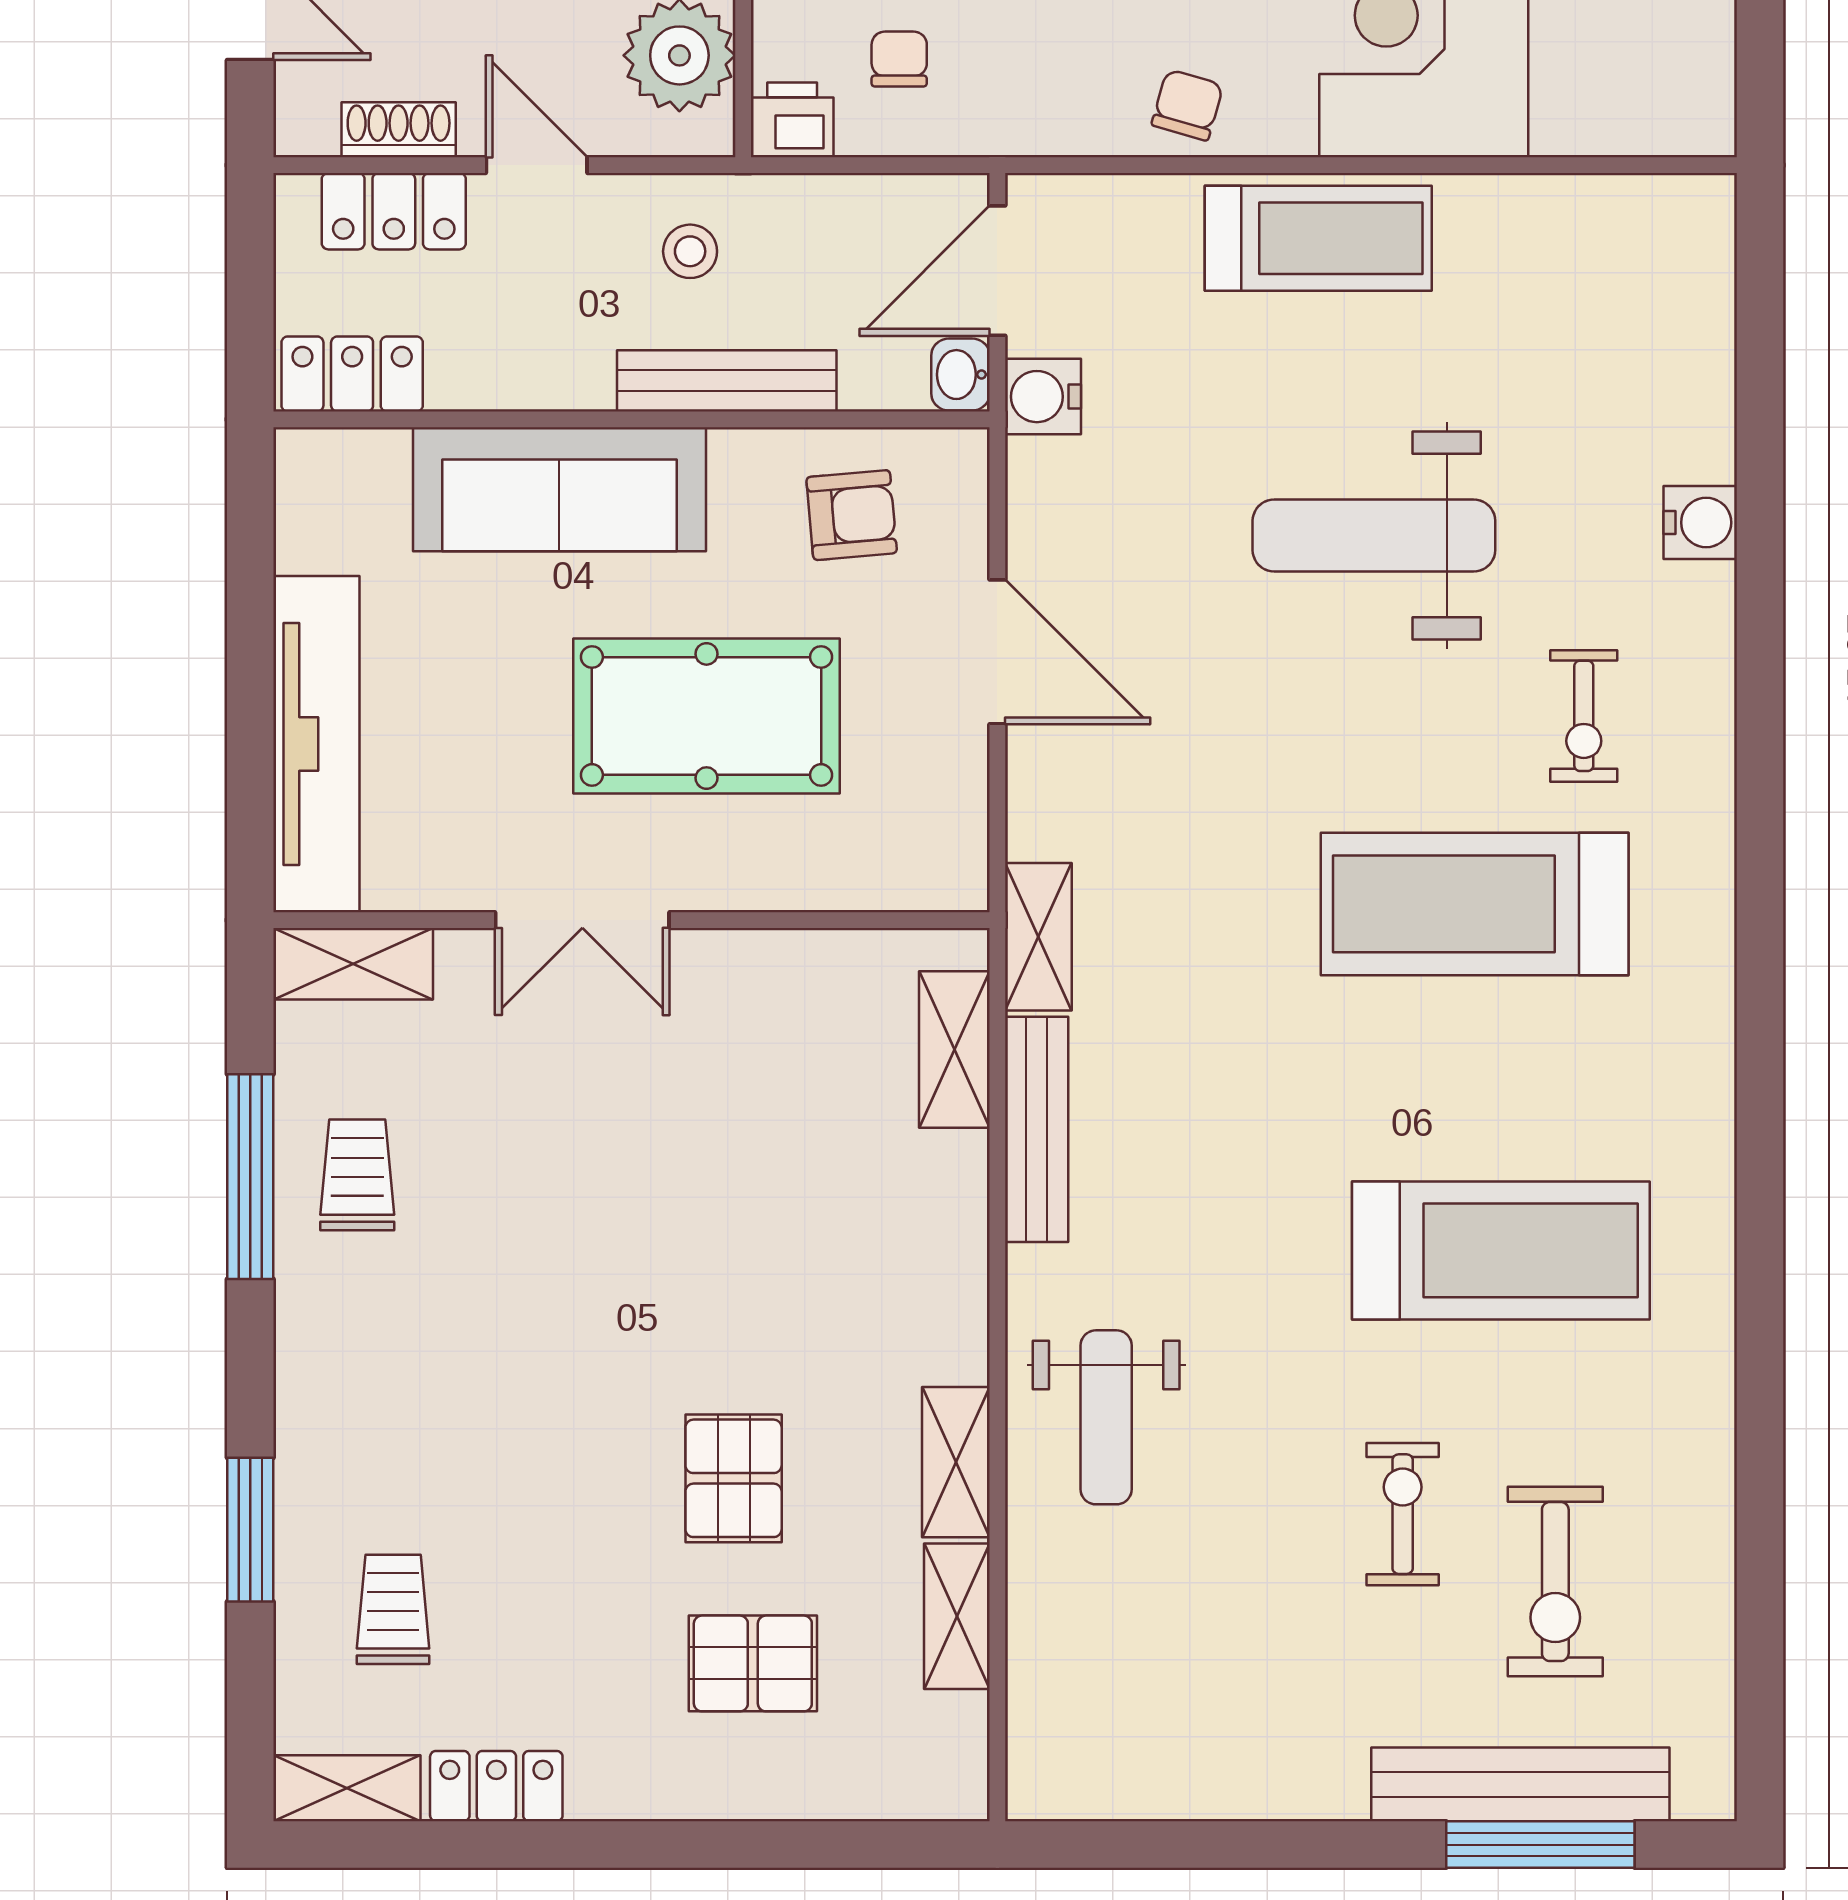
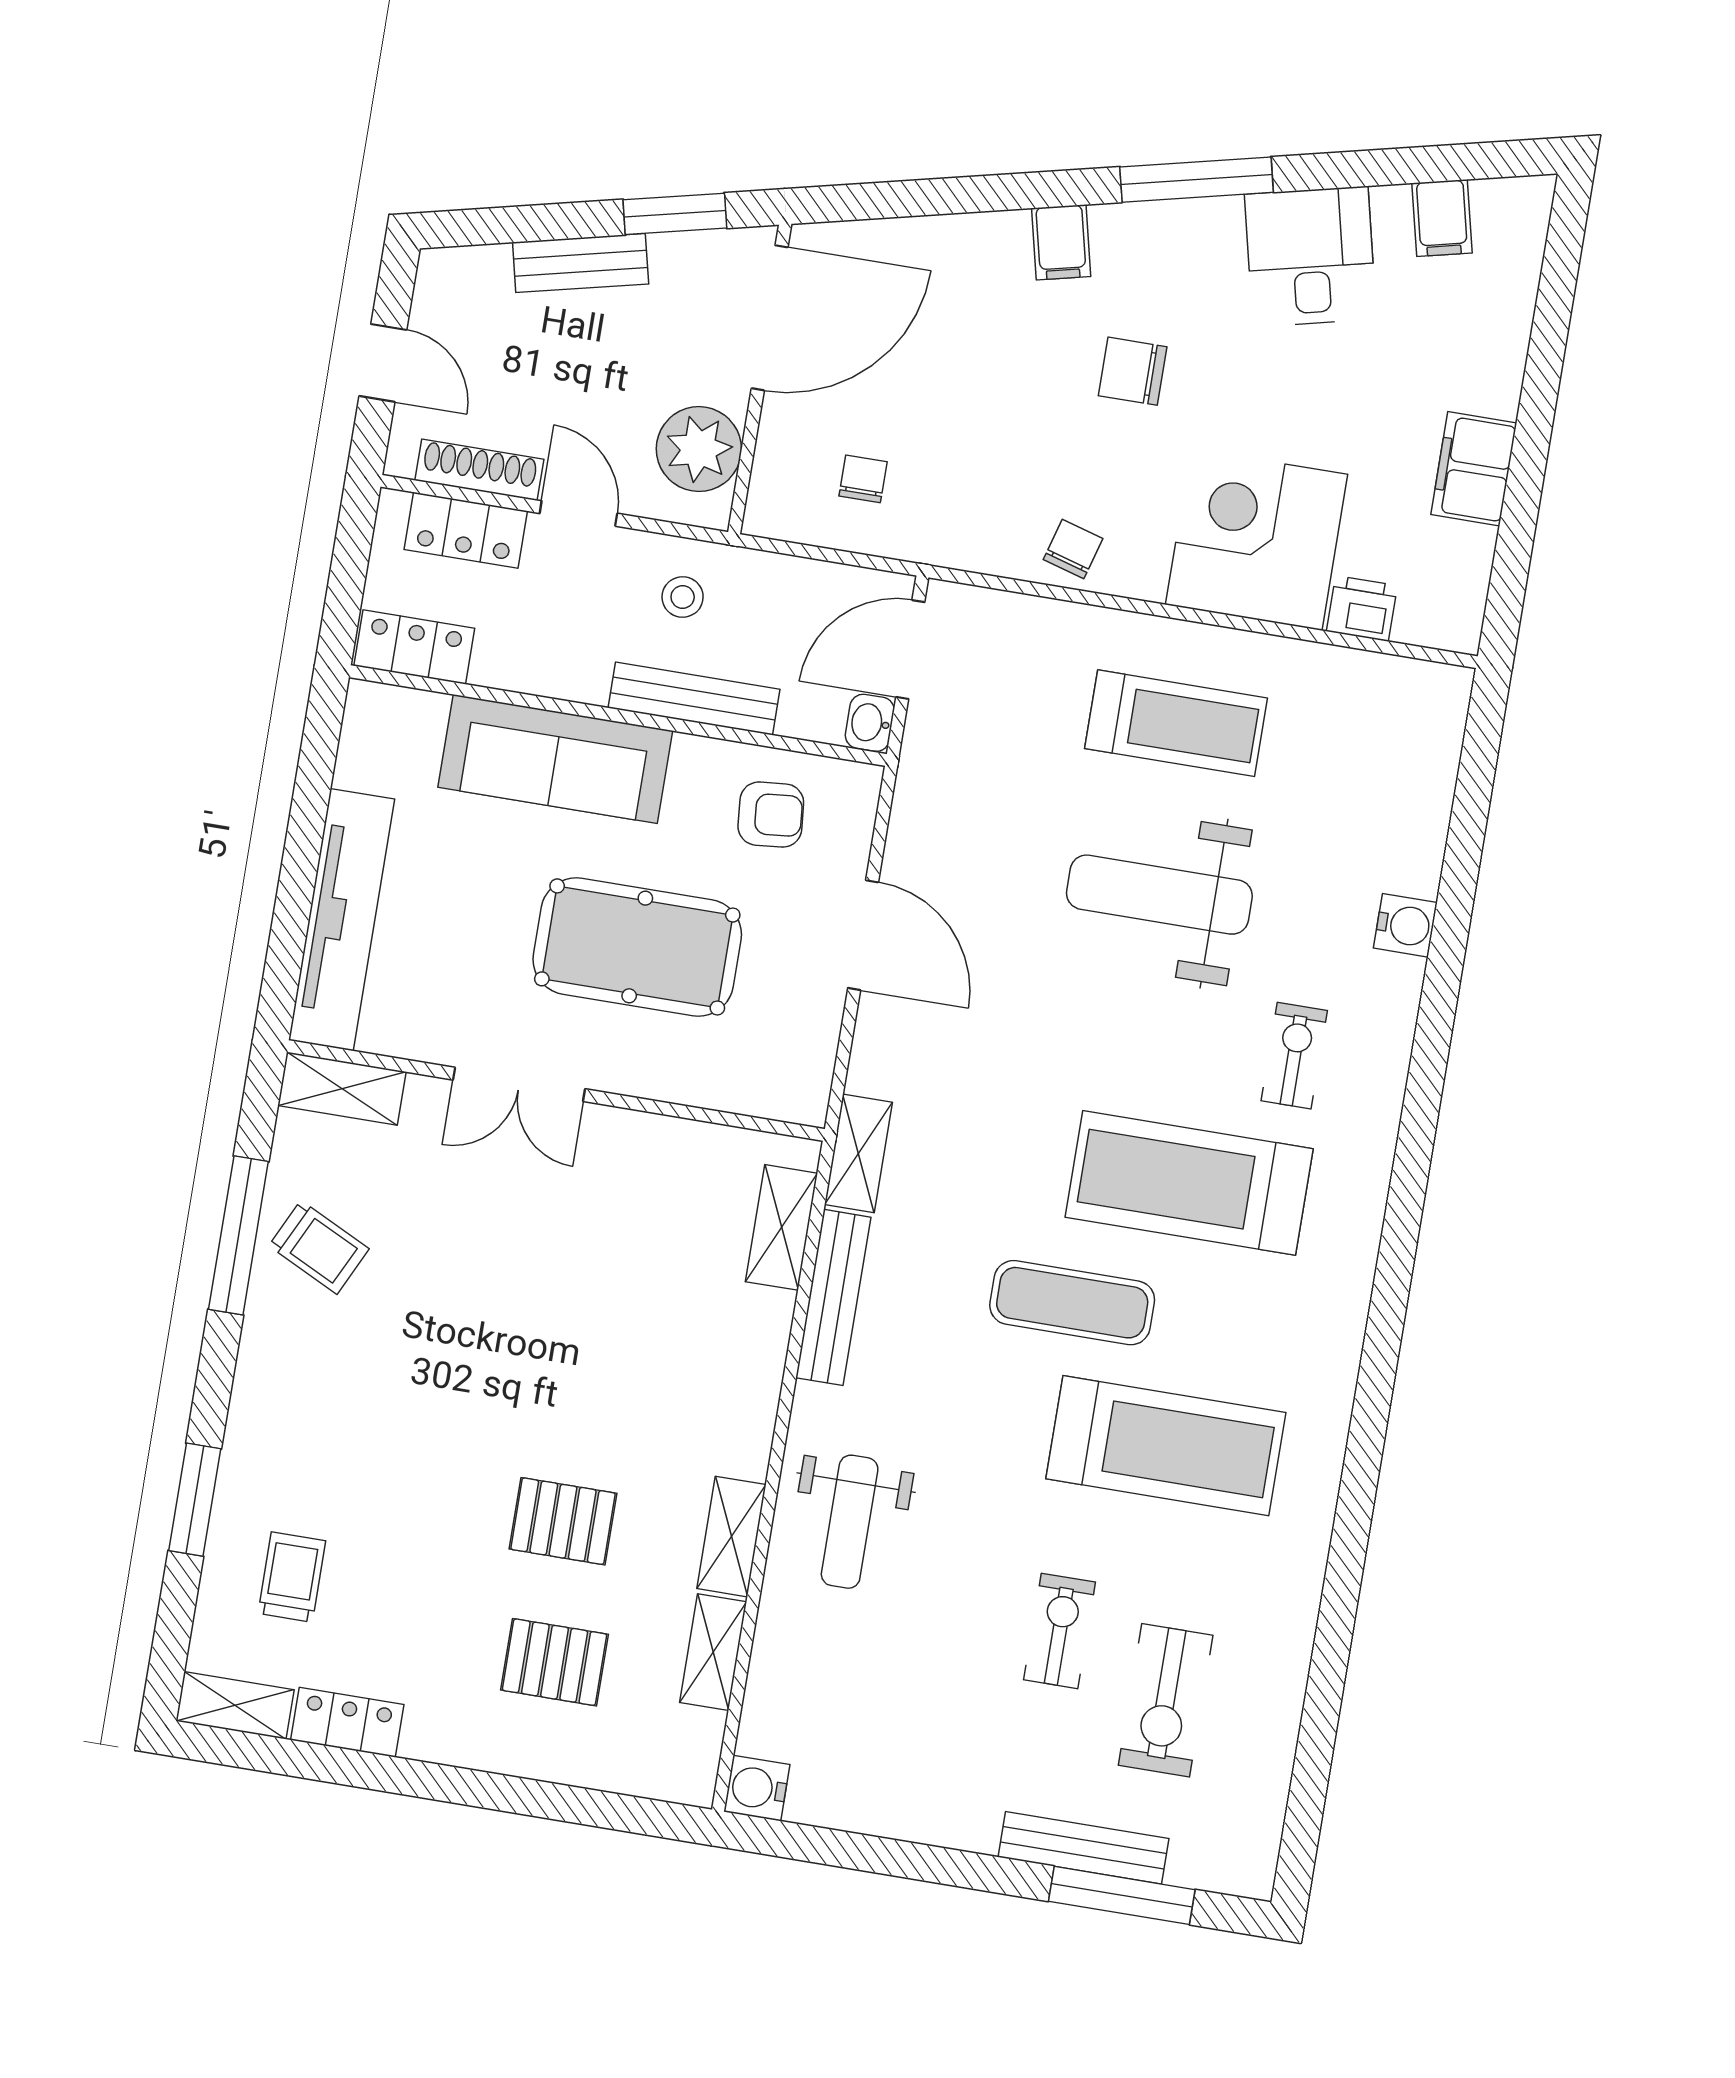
printer: (792, 120) -> (1362, 608), moved
shoe rack: (399, 130) -> (479, 470), width x1.43
treadmill: (1318, 238) -> (1176, 723), moved
water cooler: (1043, 397) -> (757, 1788), moved
exercise bike: (1584, 716) -> (1294, 1056), turned 180
exercise mat: (1348, 1085) -> (1072, 1303), added
trolley: (357, 1175) -> (319, 1247), turned 116
pallet: (734, 1478) -> (563, 1521), turned 90
bench: (1520, 1784) -> (1084, 1848), width x0.73, depth x0.82

